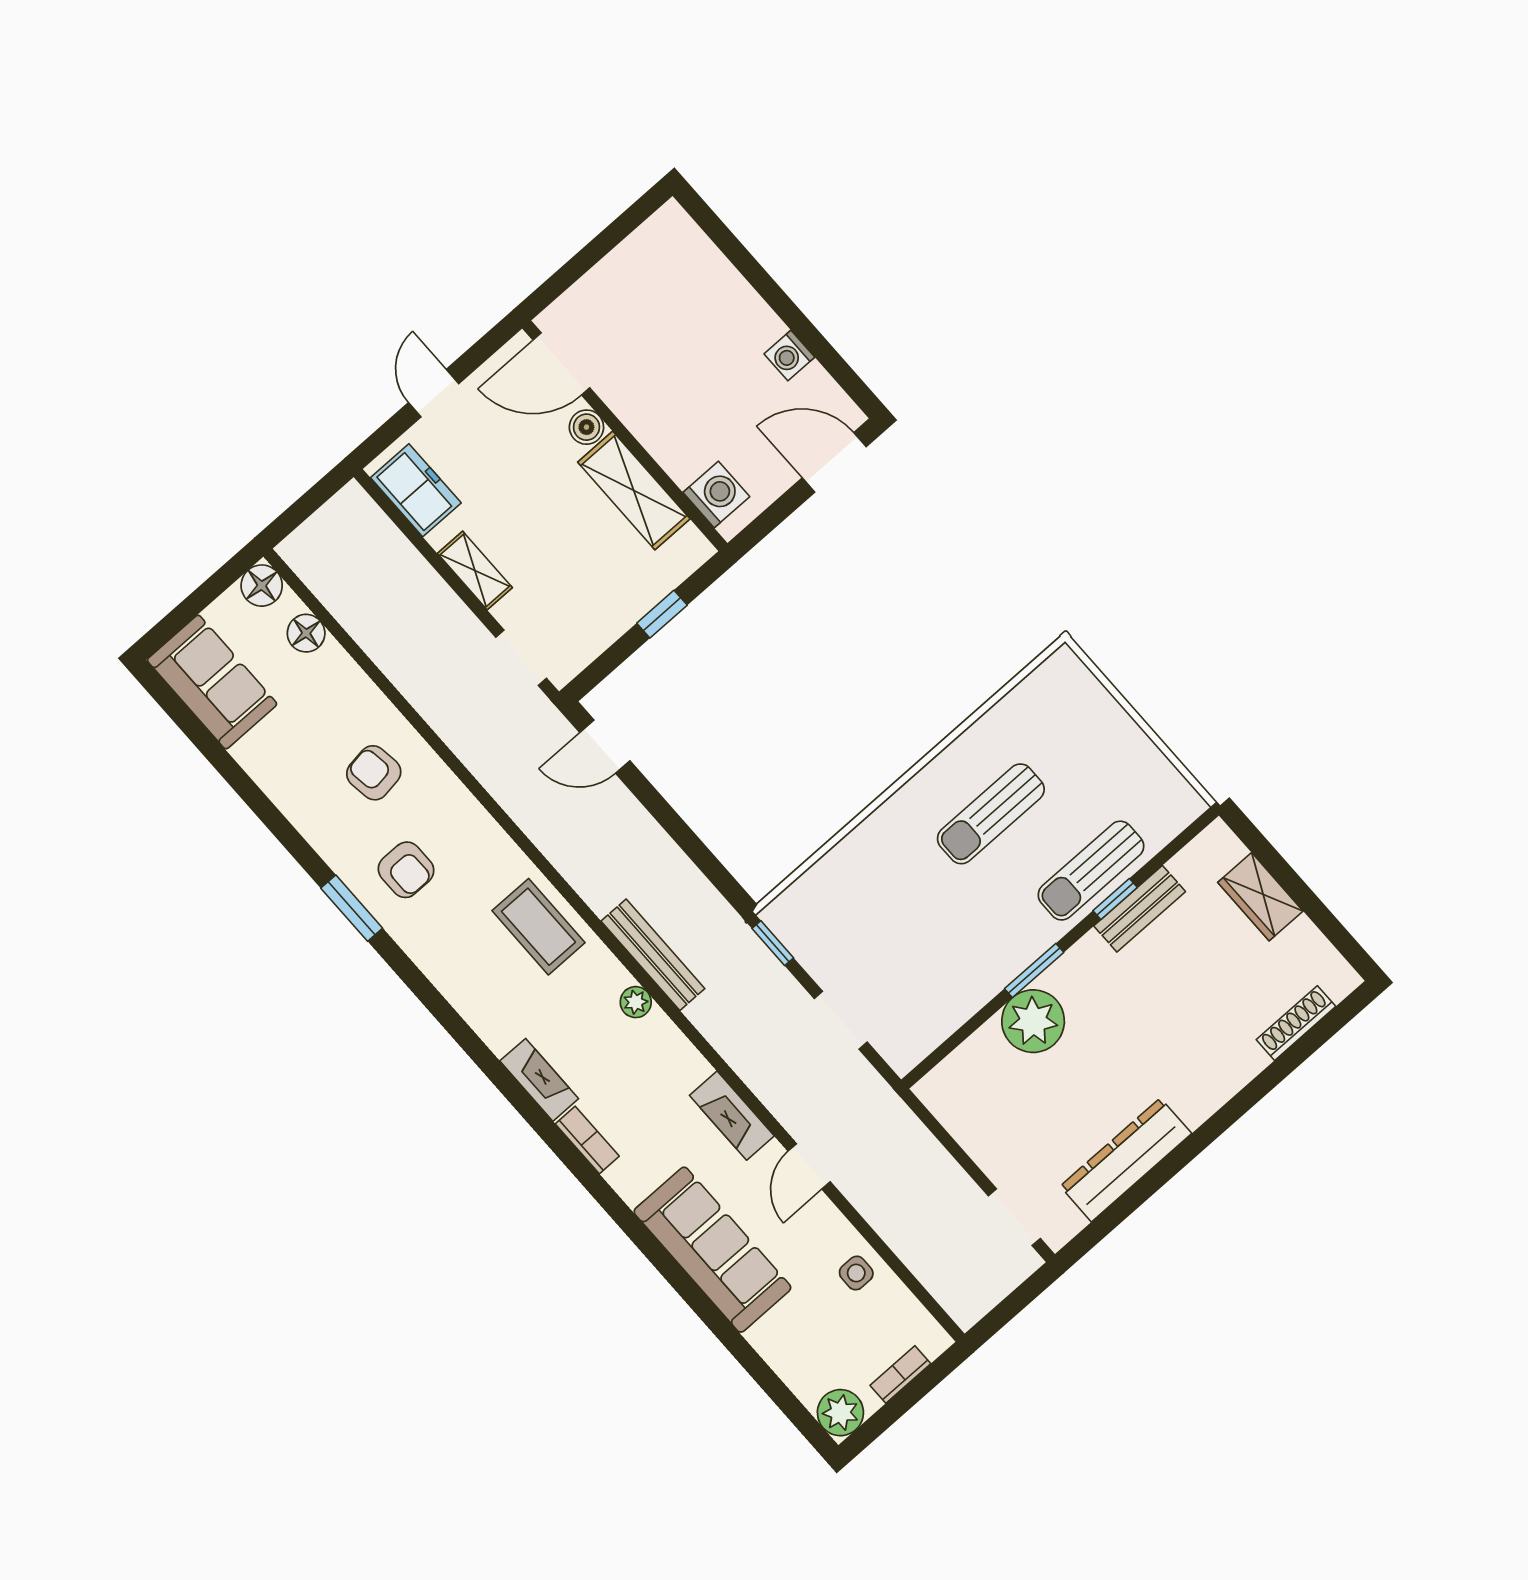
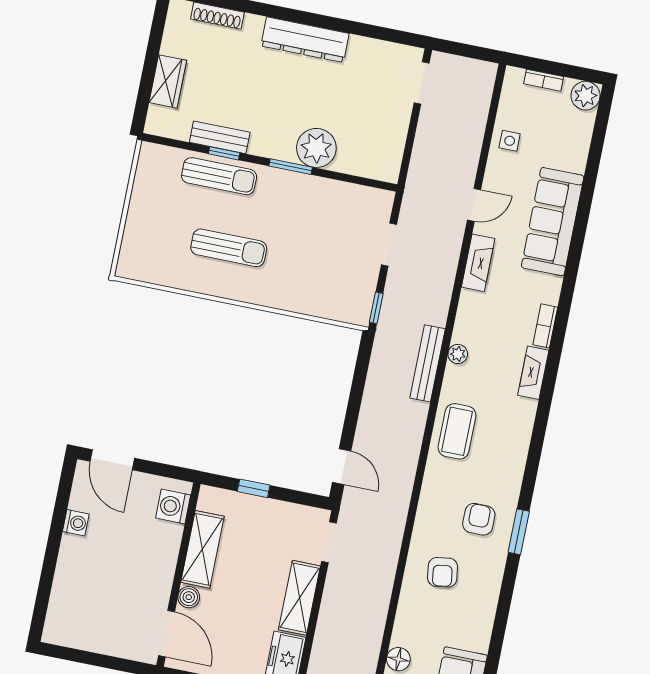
shelving: (475, 571) -> (299, 598), width x1.50, depth x1.33
dresser: (1126, 1160) -> (305, 40), moved

